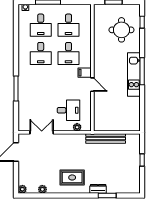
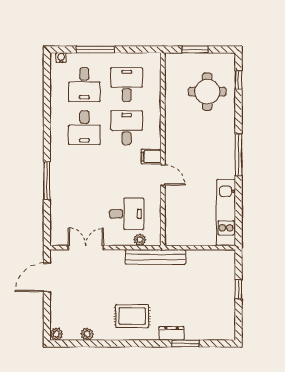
desk: (68, 25) -> (127, 85), turned 180
desk: (68, 54) -> (127, 128), turned 180
kitchen unit: (134, 75) -> (226, 213), moved
bench: (106, 139) -> (155, 257), moved

